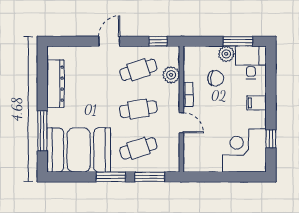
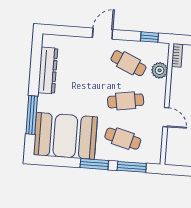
cafe table: (138, 70) -> (128, 63), turned 42
bookcase: (188, 95) -> (177, 55), moved
cafe table: (138, 148) -> (123, 139), turned 33

